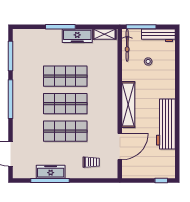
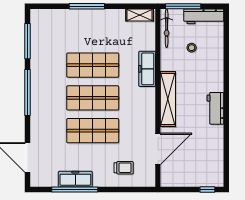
freezer: (77, 36) -> (147, 69), moved, turned 90
workbench: (166, 124) -> (215, 108), width x0.53, depth x0.76

